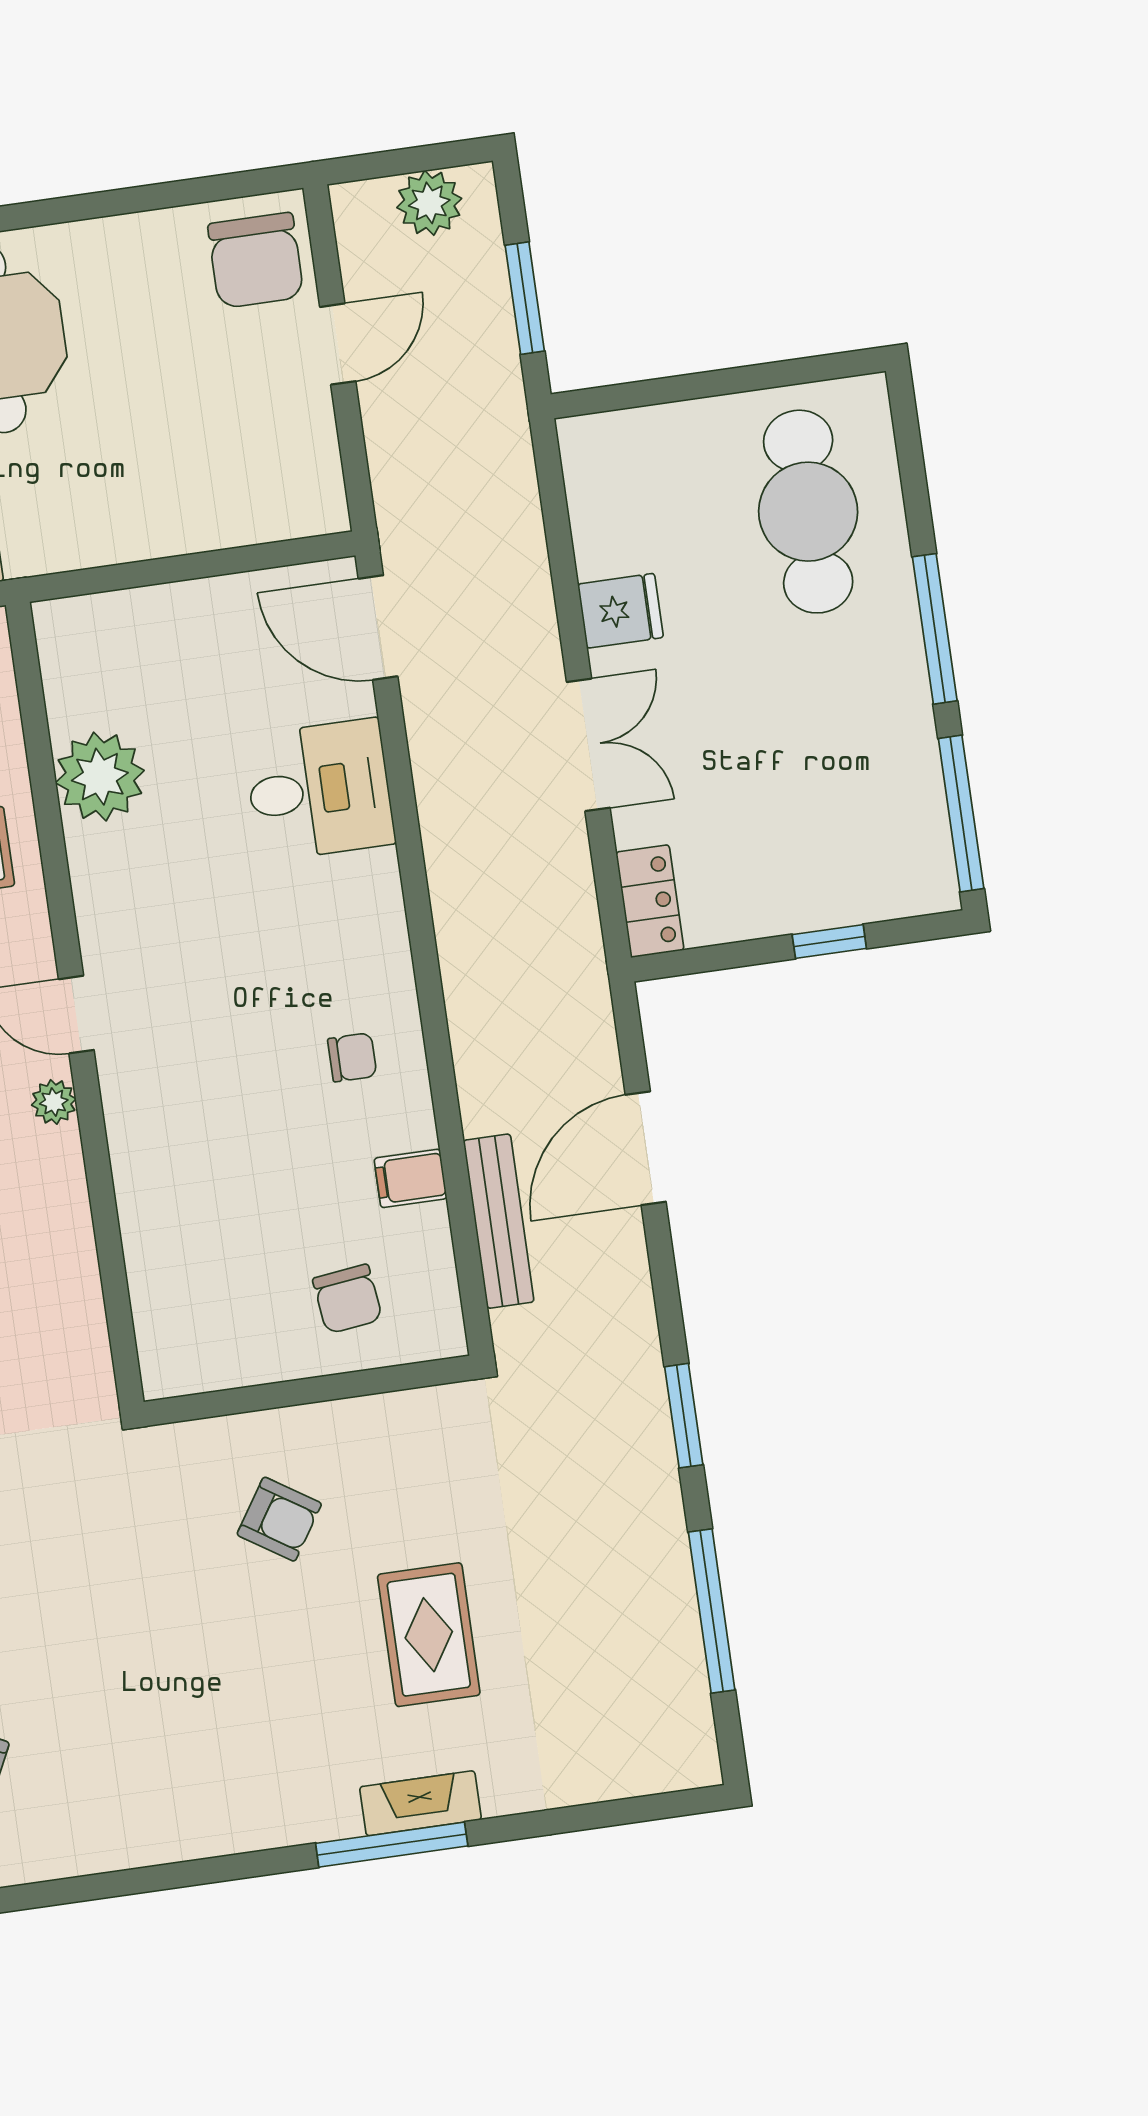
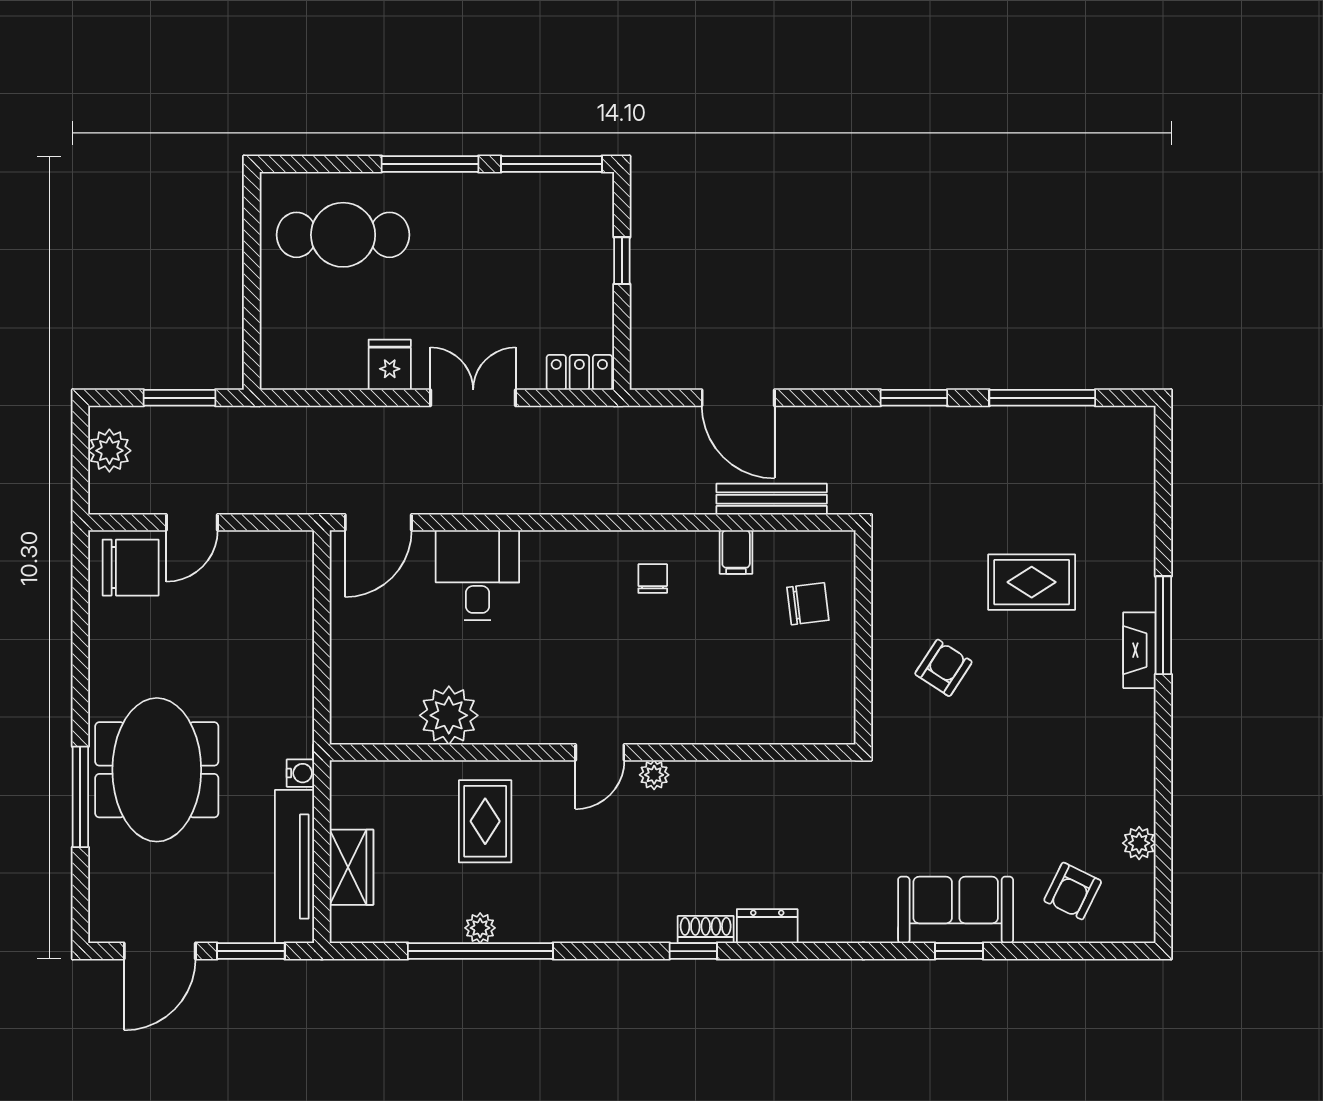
door: (338, 344) -> (192, 522), swing flipped
fireplace: (420, 1803) -> (1139, 650), moved
plant: (55, 1855) -> (1139, 843), added

